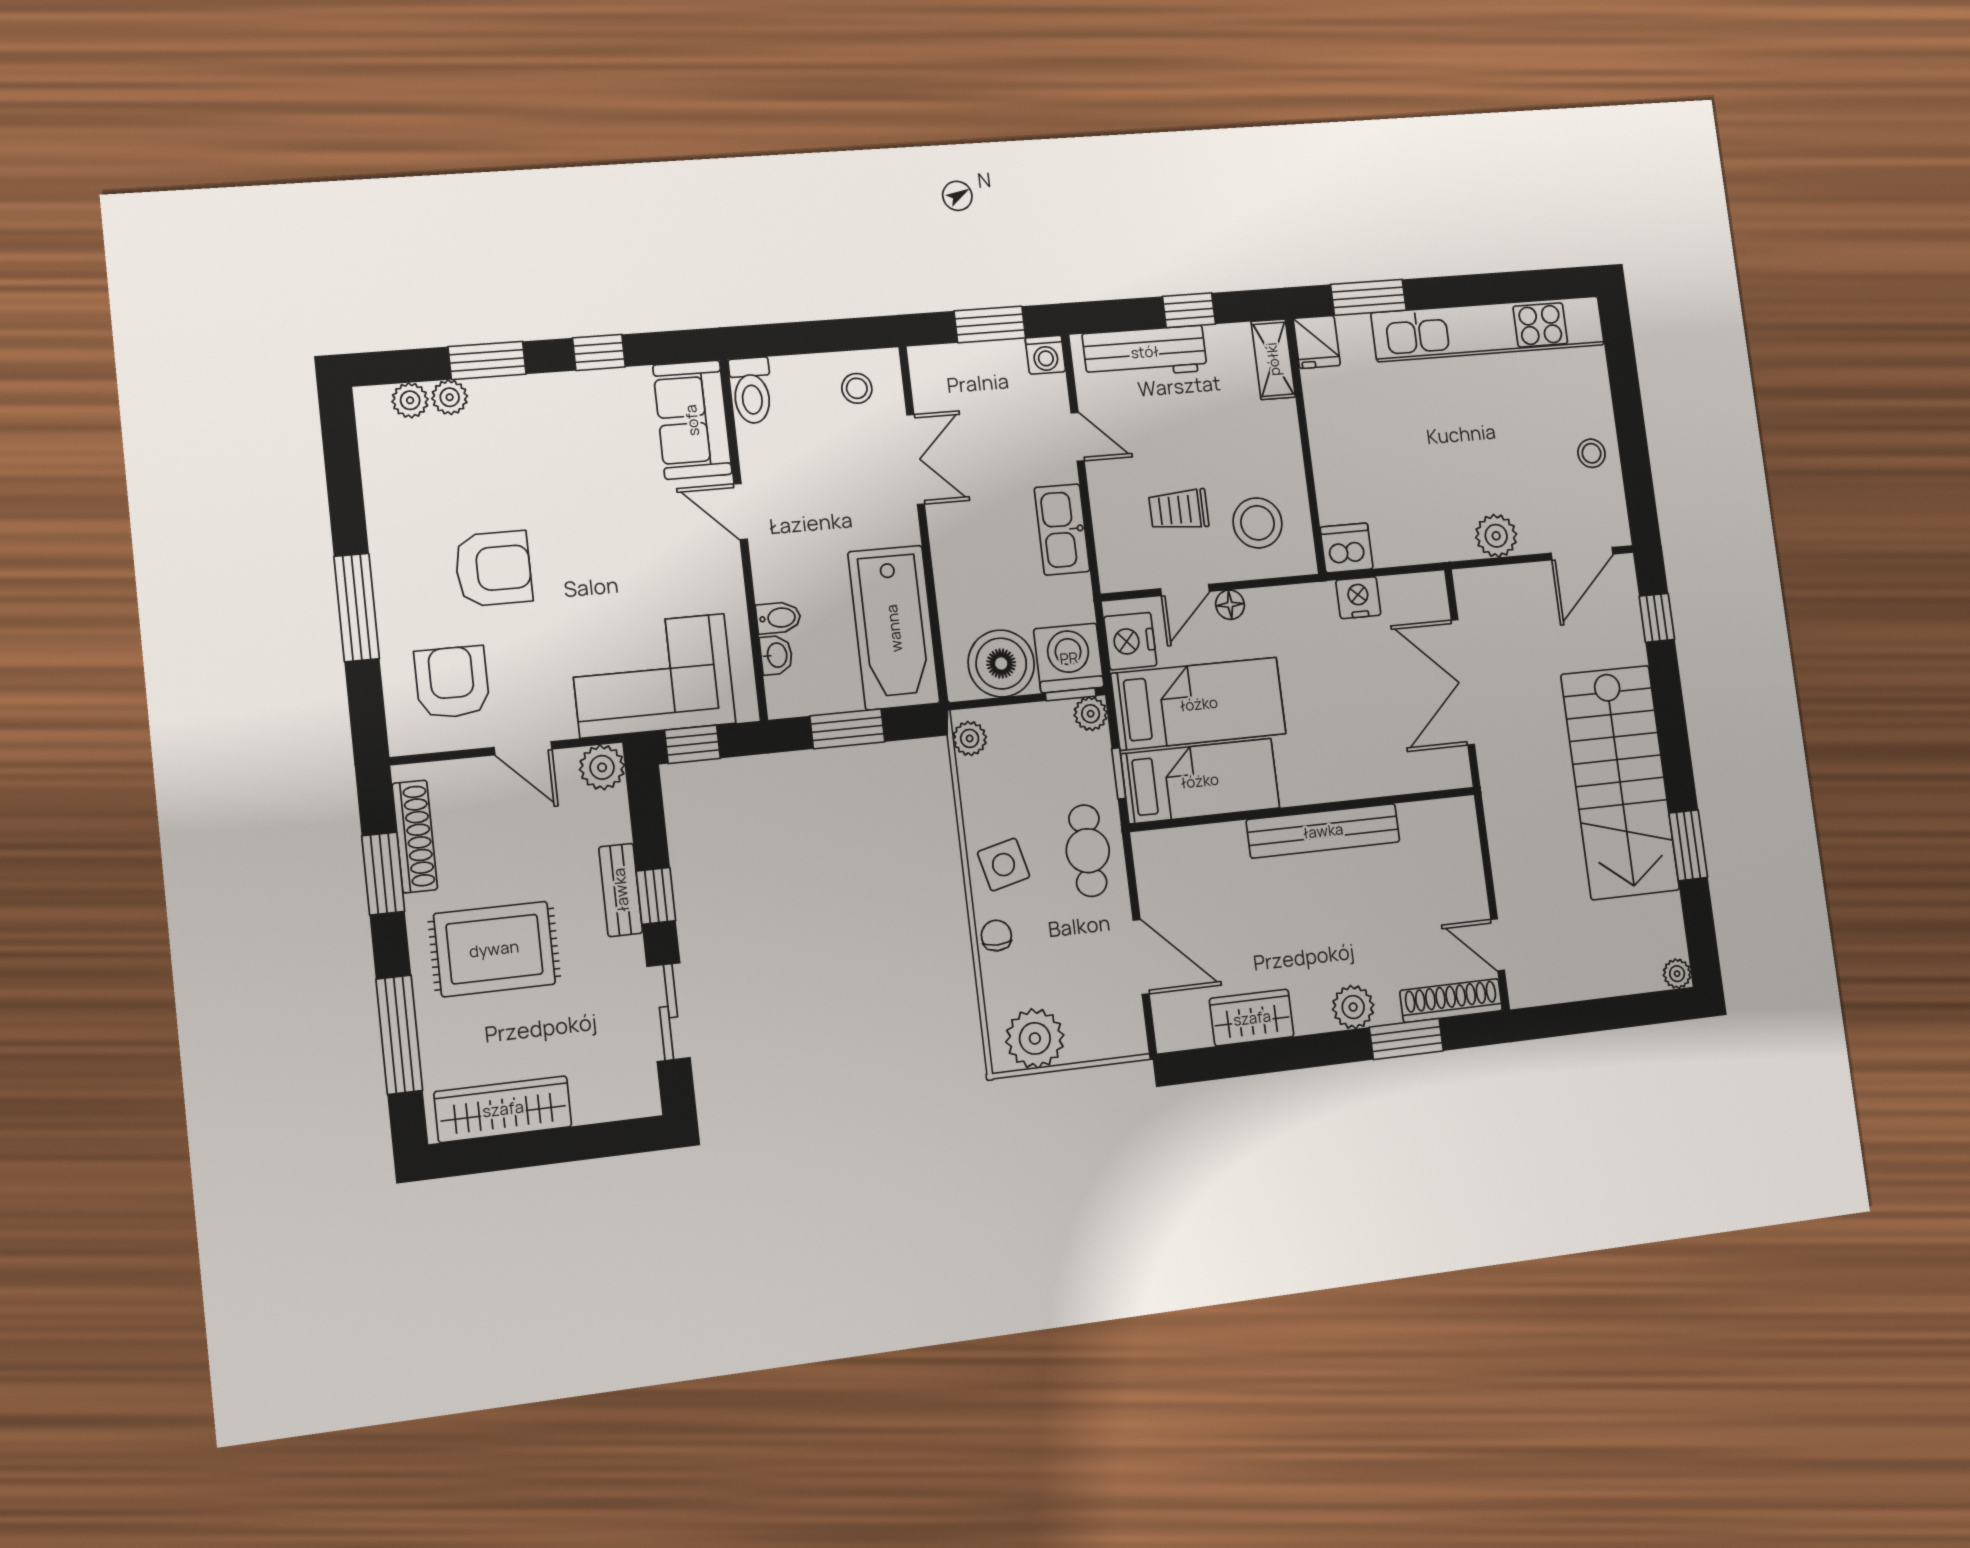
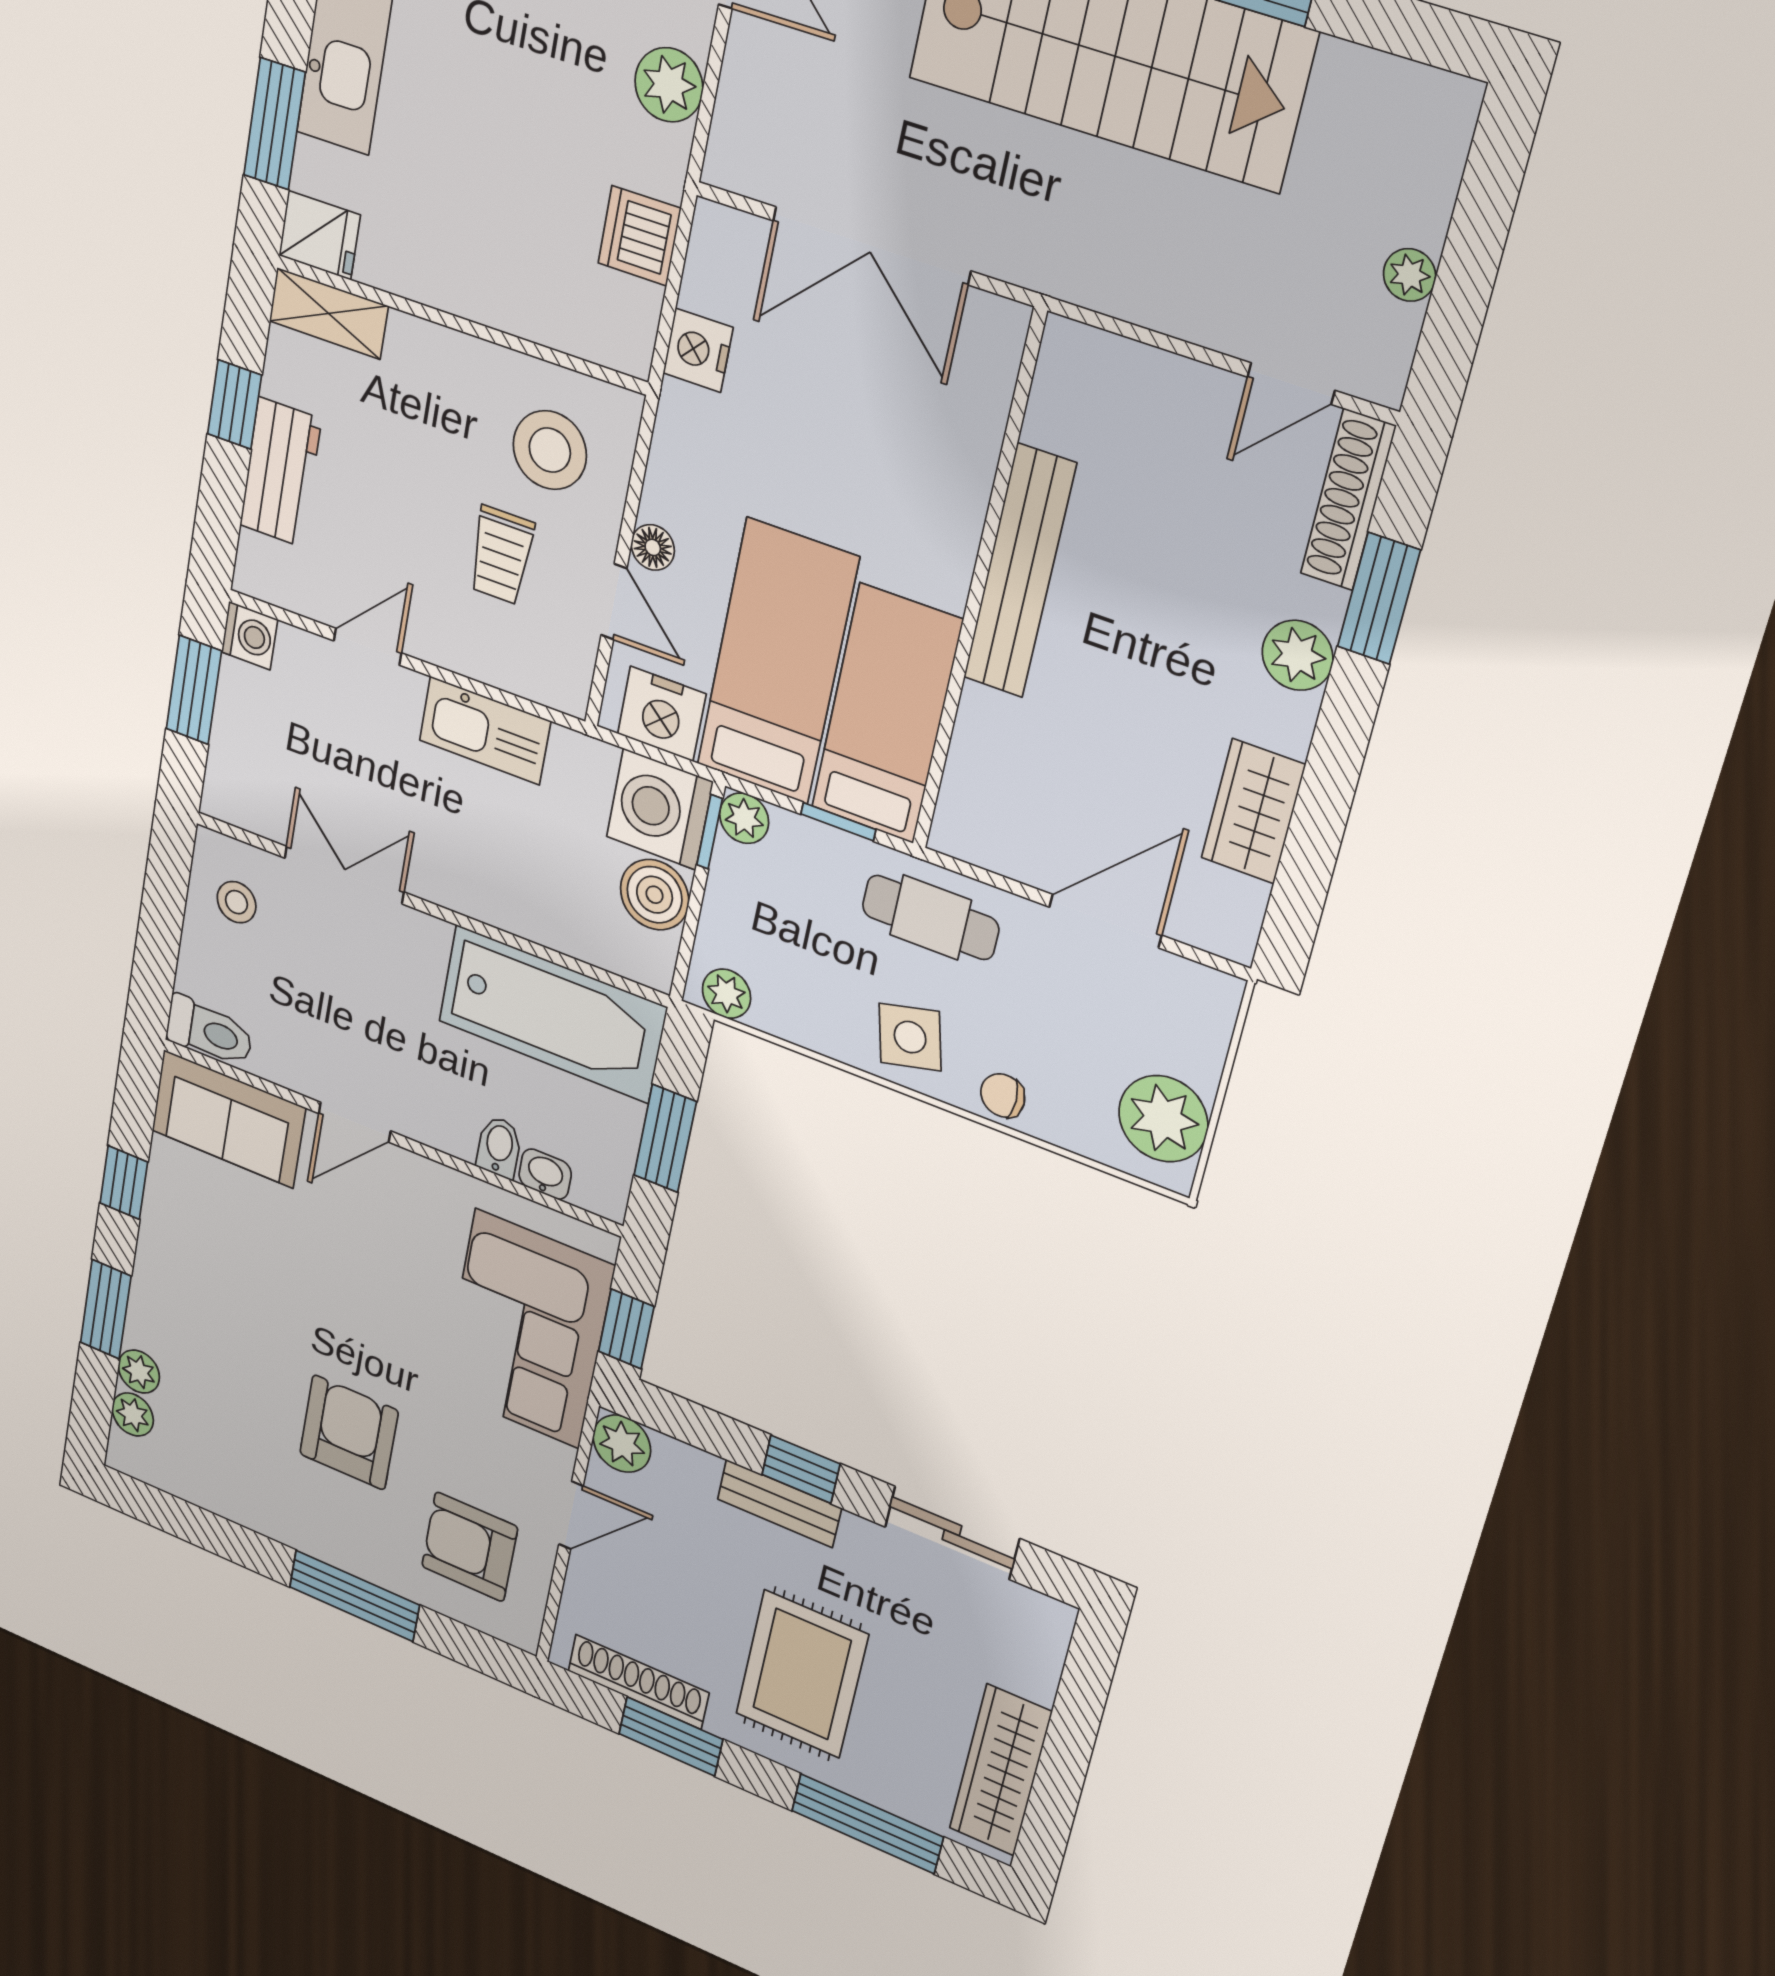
workbench: (1145, 352) -> (281, 472), width x0.73
dishwasher: (1347, 548) -> (639, 236), moved
boiler: (1001, 663) -> (655, 895), width x0.73, depth x0.73
plant: (1677, 974) -> (1409, 275), moved

